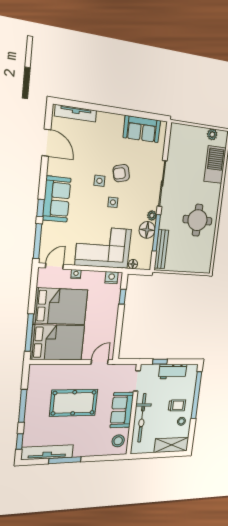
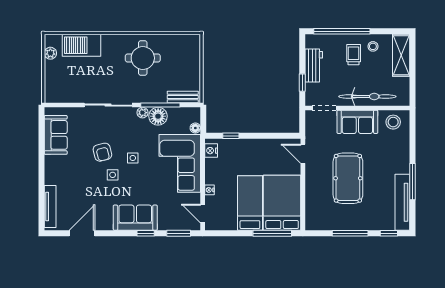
window: (38, 241) -> (179, 233), width x0.69
bench: (161, 249) -> (183, 97), width x0.73
bed: (61, 306) -> (250, 203), width x0.67

